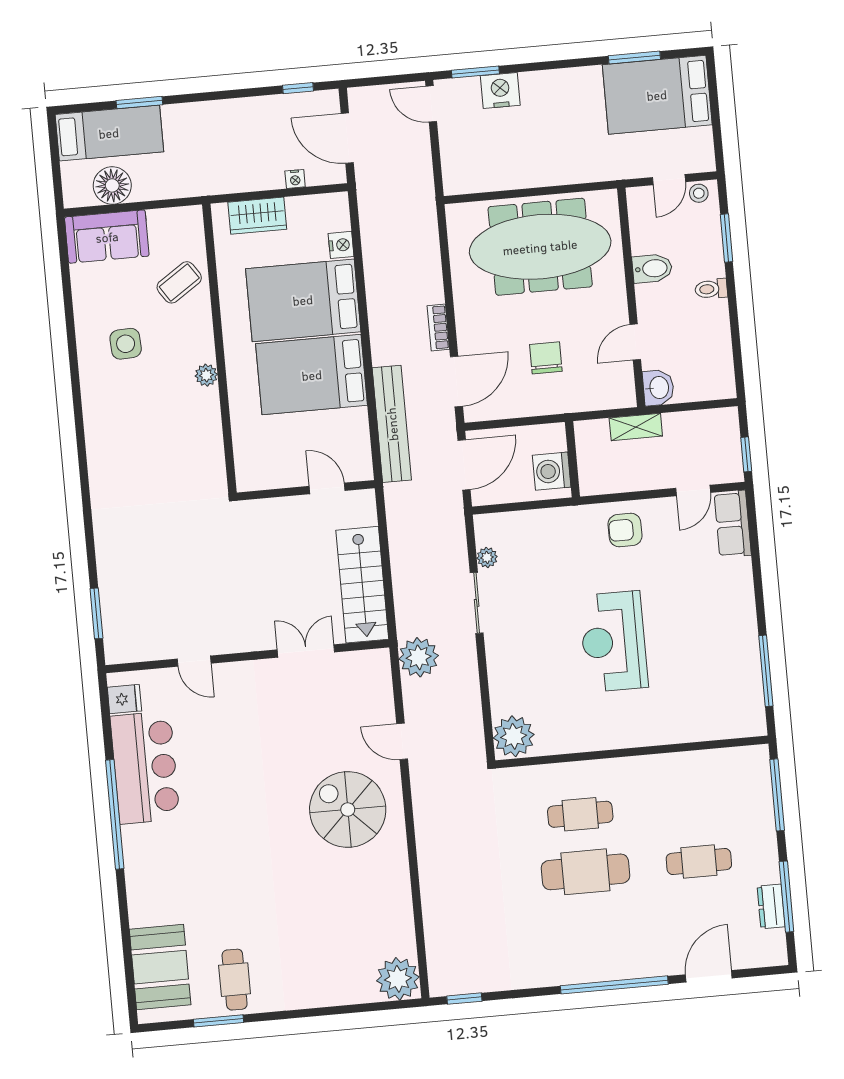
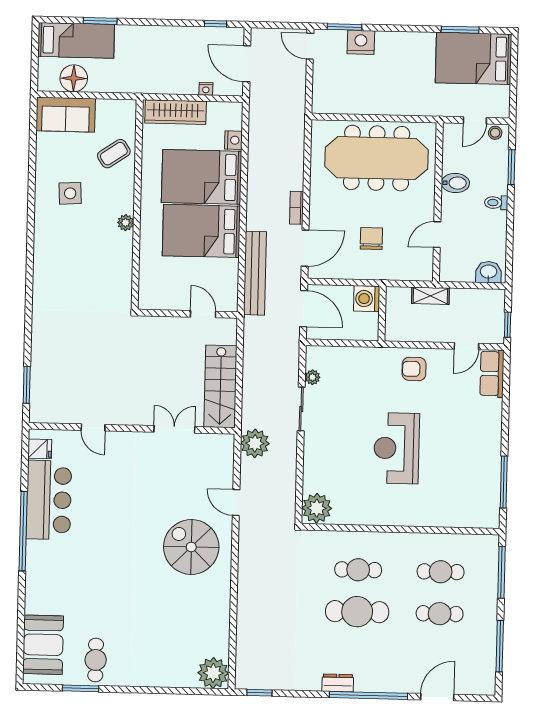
wardrobe: (257, 216) -> (176, 112), width x1.50
washbasin: (658, 388) -> (489, 272), moved, turned -90
door: (464, 465) -> (304, 309), hinge flipped
washing machine: (552, 471) -> (367, 299), moved
cafe table: (694, 804) -> (441, 572), added
dresser: (771, 906) -> (338, 683), moved, turned 90

